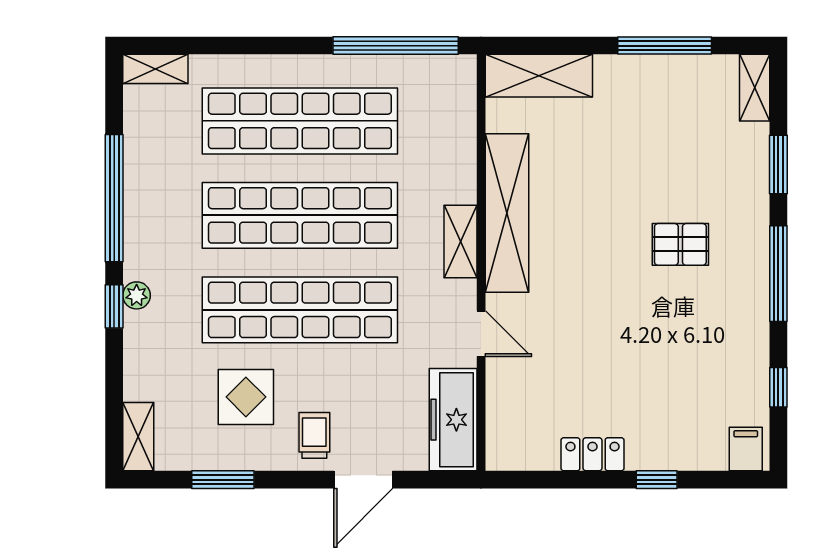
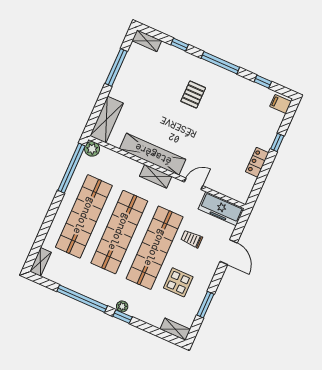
plant: (459, 72) -> (92, 149), added
window: (778, 165) -> (180, 45), width x0.67
trolley: (314, 435) -> (192, 239), moved

